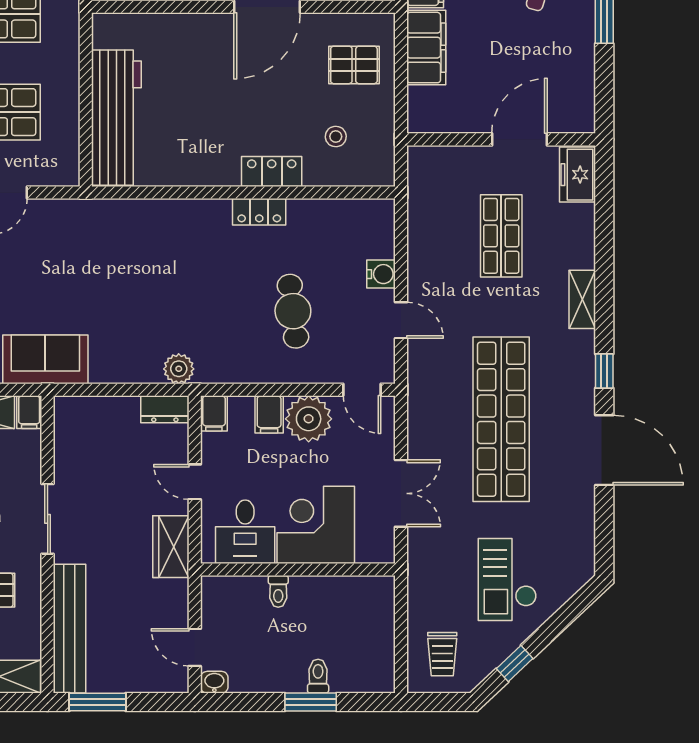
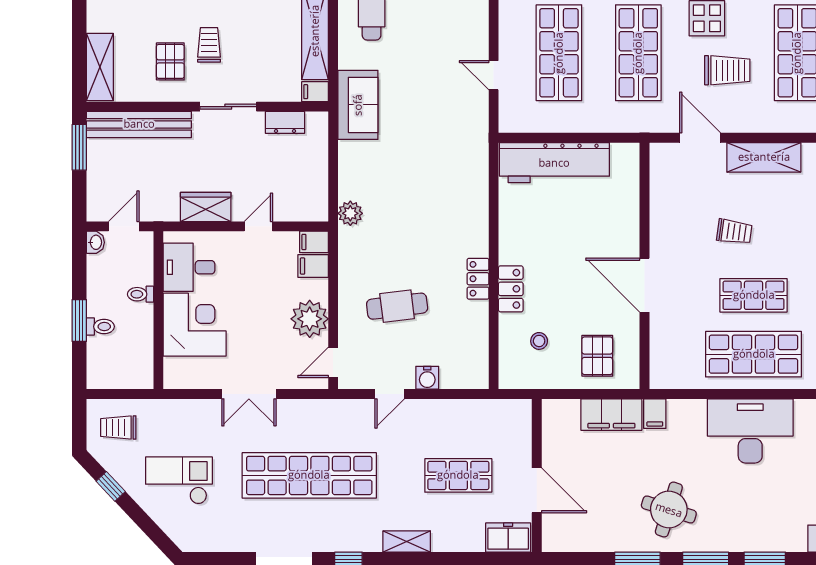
dresser: (165, 409) -> (285, 122), moved, turned -90
filing cabinet: (269, 414) -> (313, 266), moved
corner desk: (316, 525) -> (195, 325), moved
desk: (245, 532) -> (189, 267), moved
wall: (298, 570) -> (158, 310), moved
toilet: (278, 591) -> (140, 294), moved

